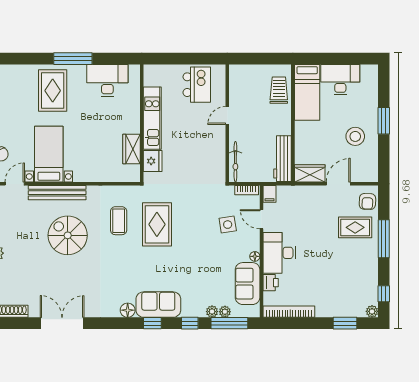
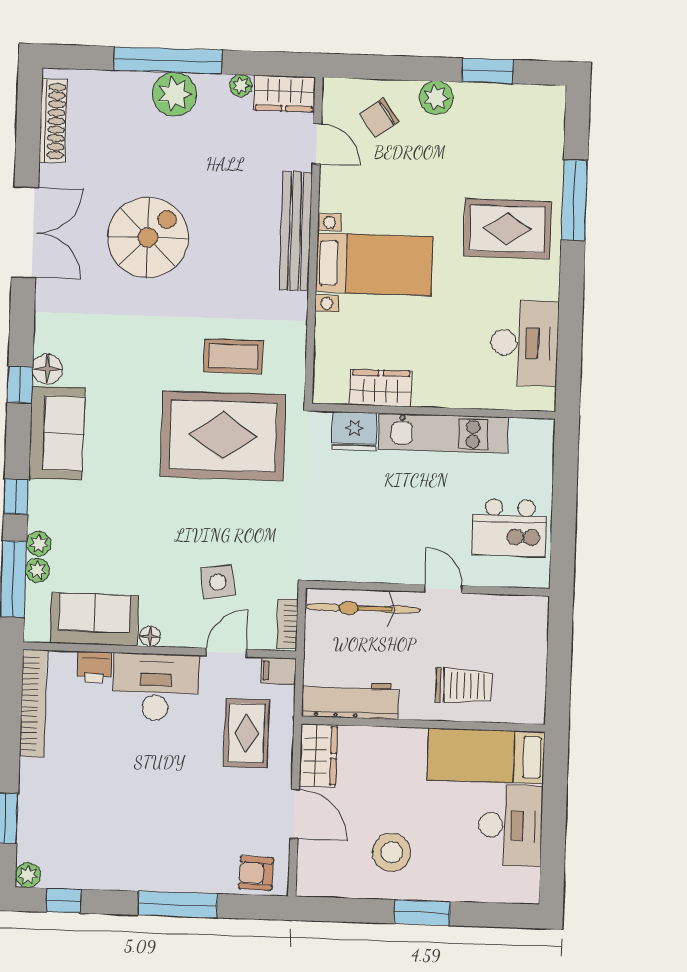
window: (73, 59) -> (574, 200), moved
trolley: (279, 90) -> (464, 686), moved
bed with nightstands: (49, 154) -> (374, 264), moved
bicycle: (235, 162) -> (363, 608), width x1.37, depth x1.40
rug: (157, 224) -> (223, 436), width x1.37, depth x1.44
rug: (355, 227) -> (246, 733), moved
spiral stairs: (68, 235) -> (148, 237), moved
window: (152, 323) -> (20, 385), moved

